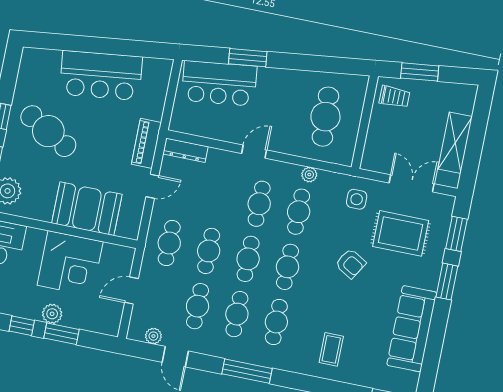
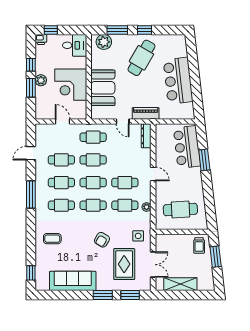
plant: (153, 336) -> (40, 139), removed

